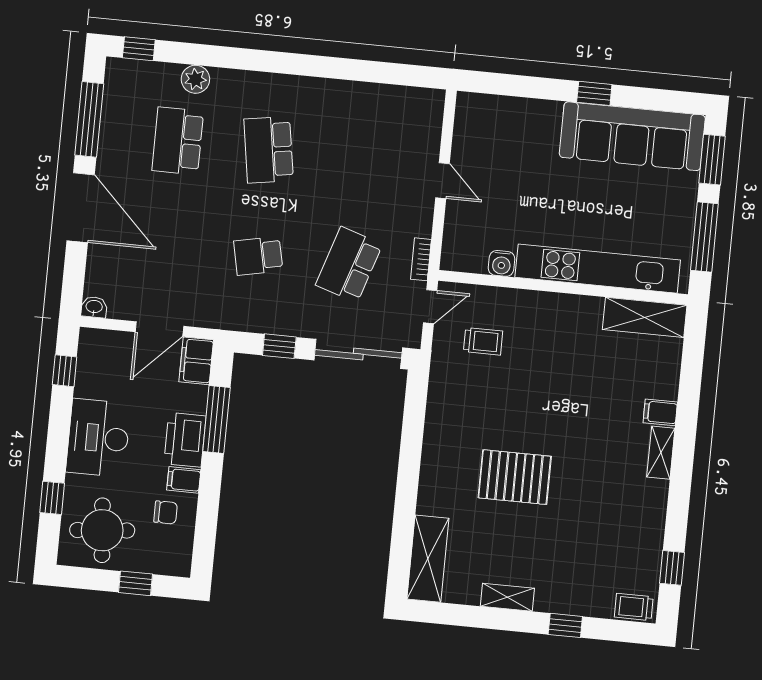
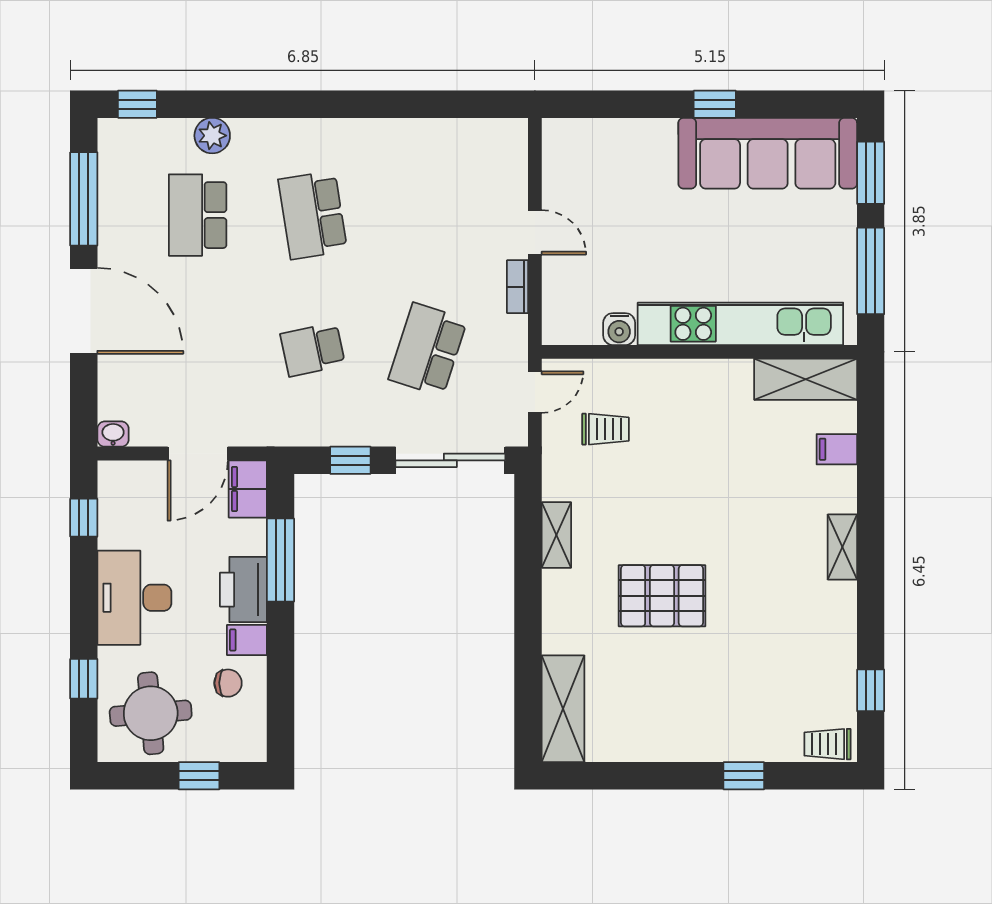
bookcase: (421, 259) -> (517, 287), moved
filing cabinet: (660, 412) -> (837, 449), moved
shelving: (507, 597) -> (556, 535), moved, turned 90

